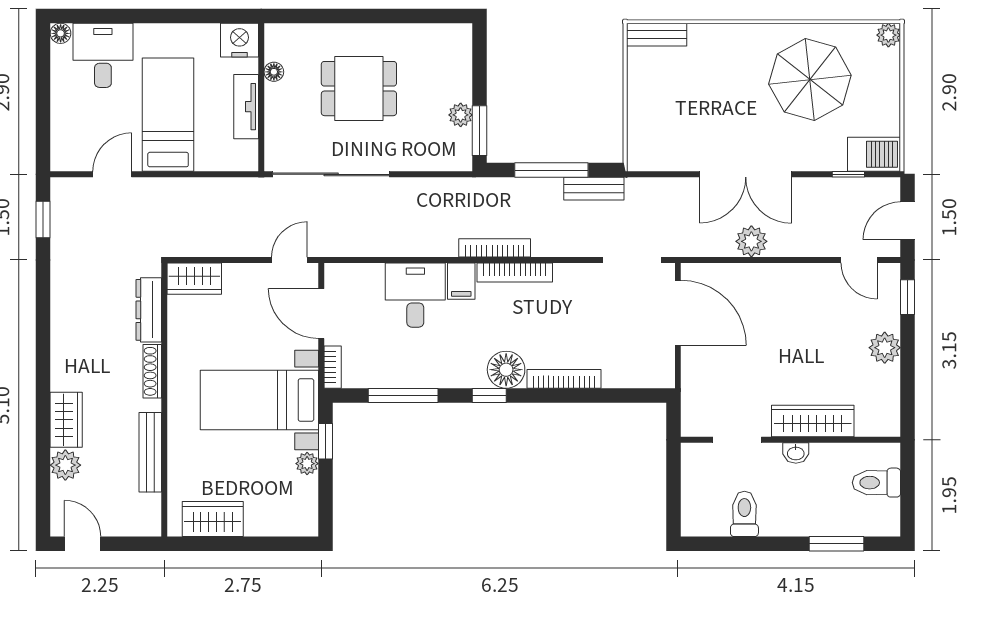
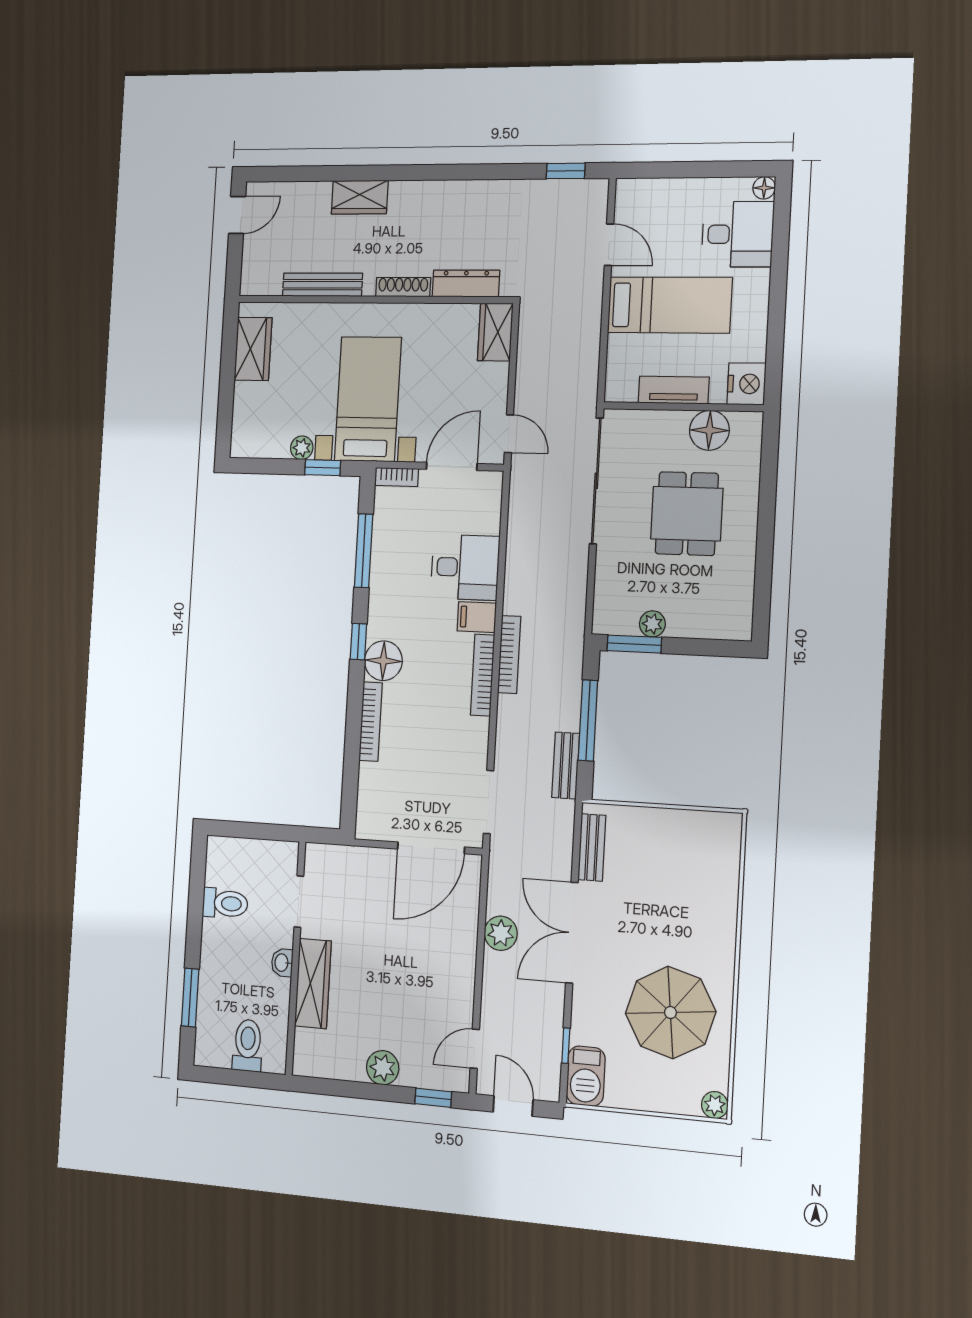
bench: (657, 35) -> (592, 847), moved
floor lamp: (274, 72) -> (709, 430), width x1.89, depth x1.89
plant: (65, 465) -> (315, 197), removed

